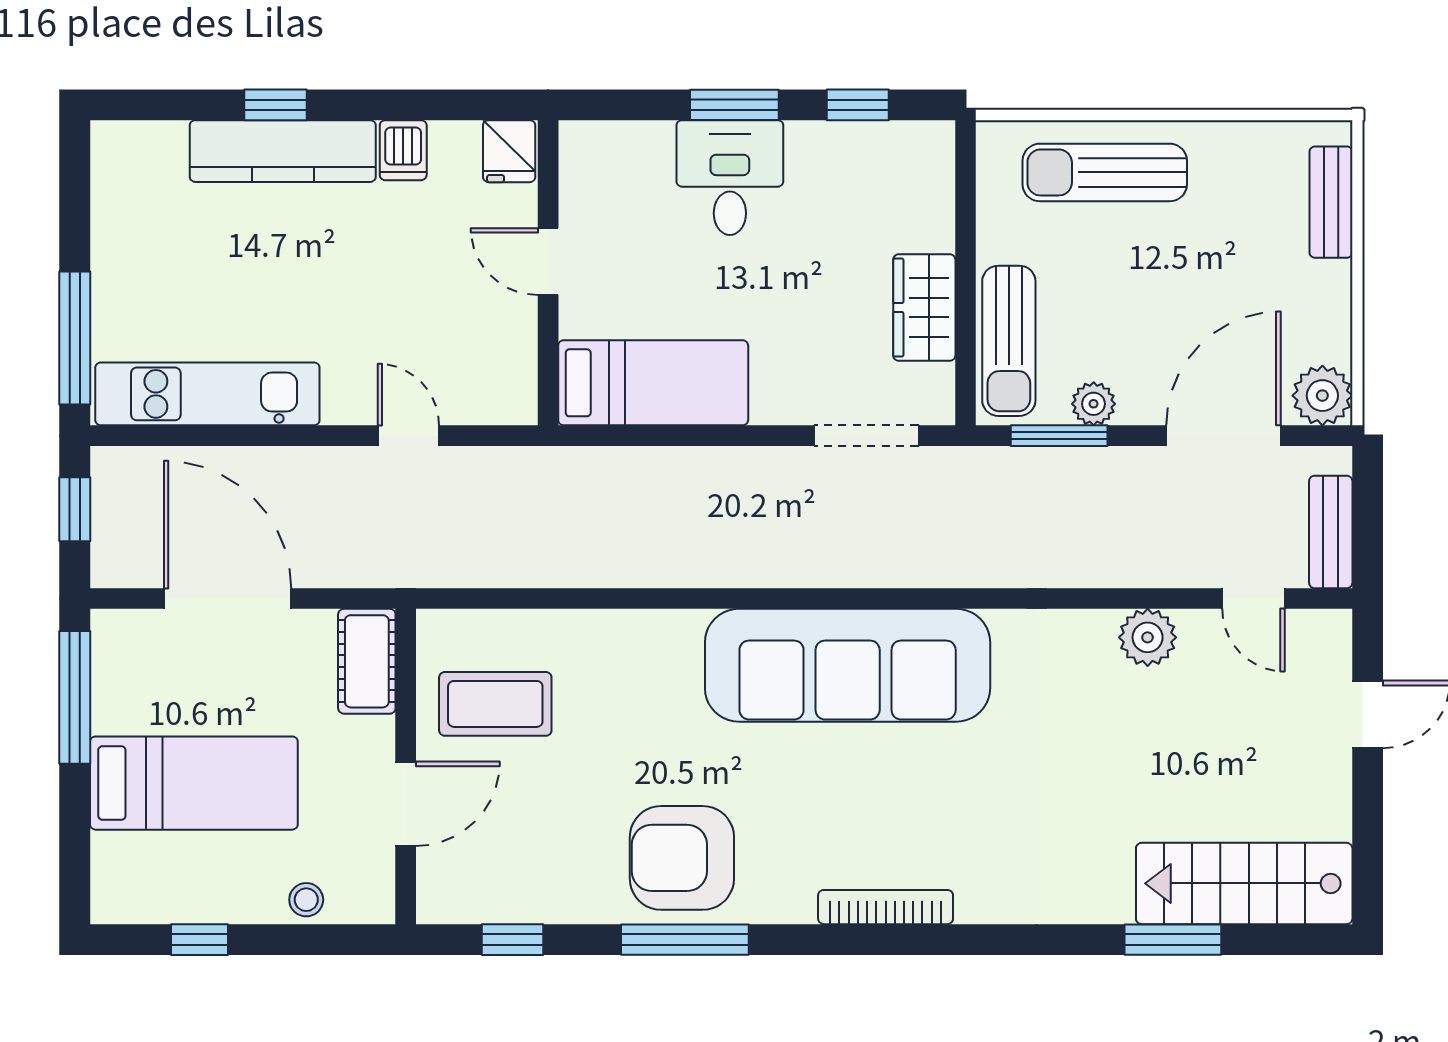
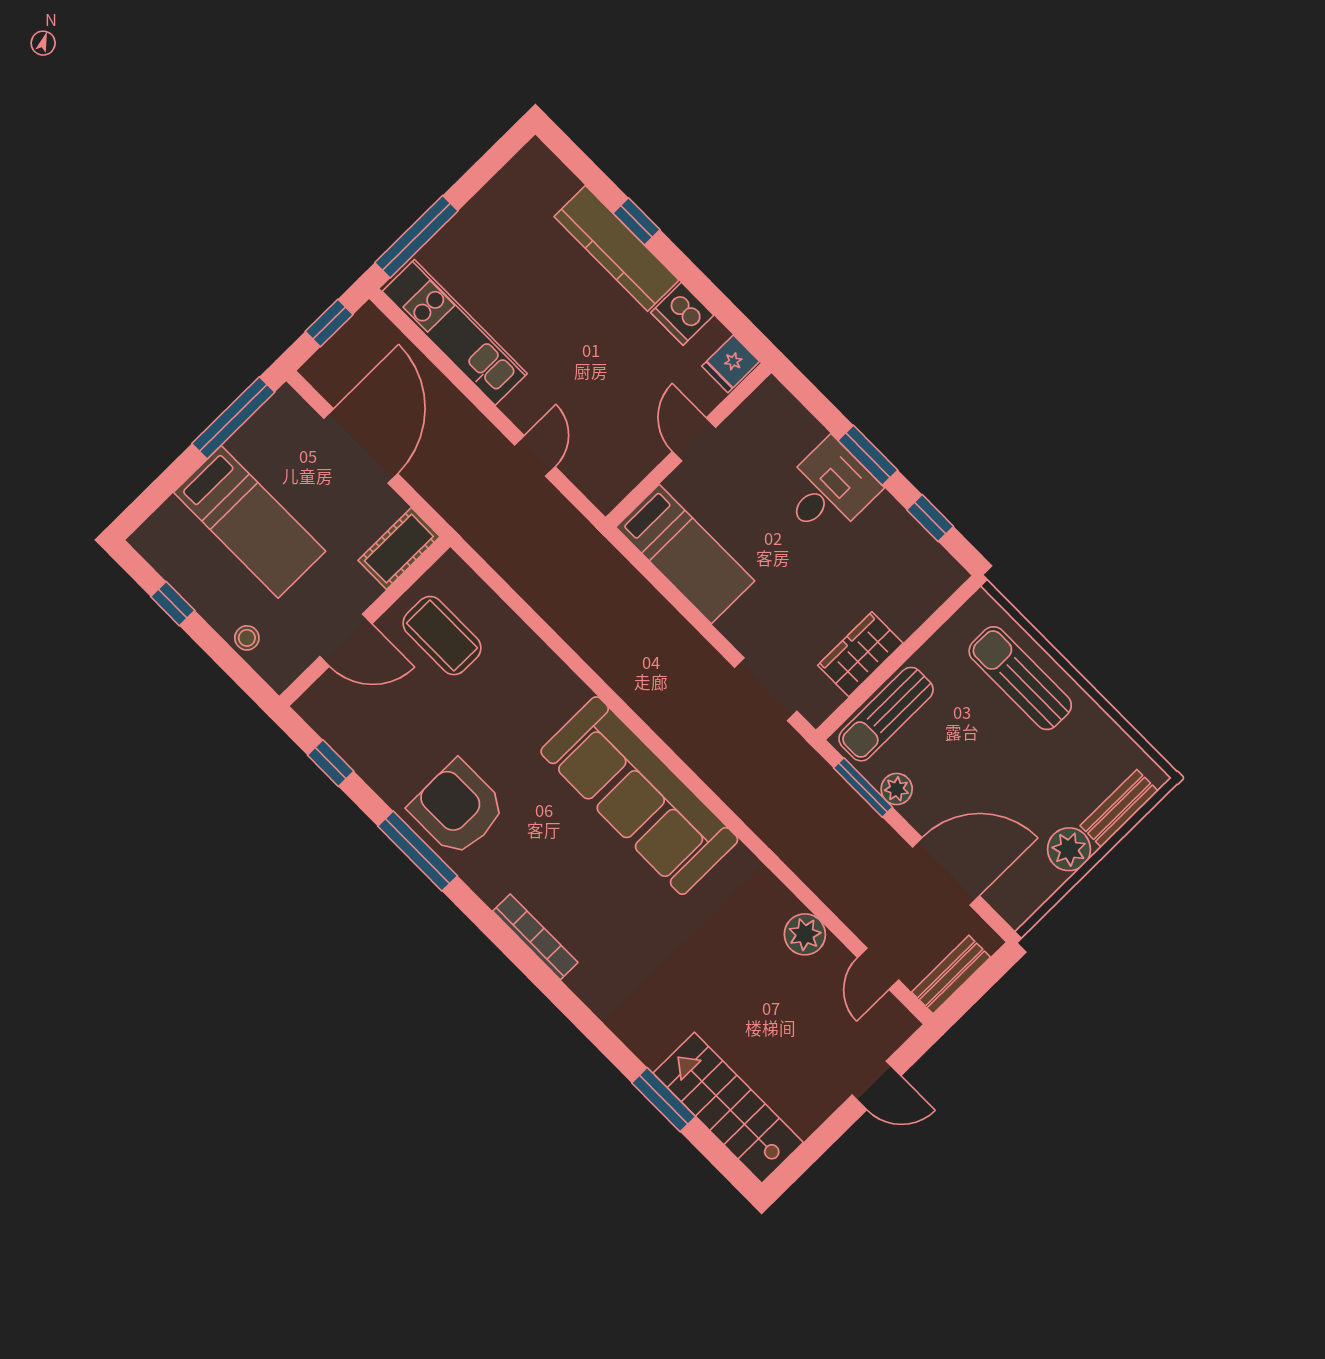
dishwasher: (403, 150) -> (682, 314), width x1.38
plant: (1322, 396) -> (1069, 849), moved

